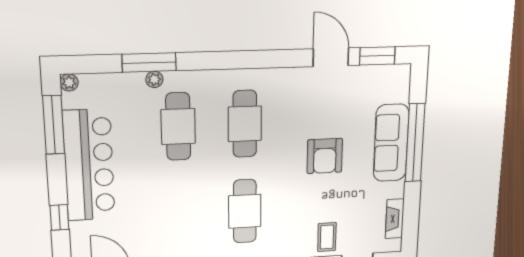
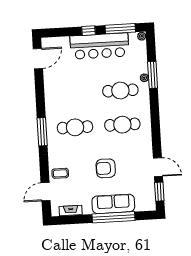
door: (331, 57) -> (158, 167), hinge flipped
window: (59, 217) -> (88, 31), moved

